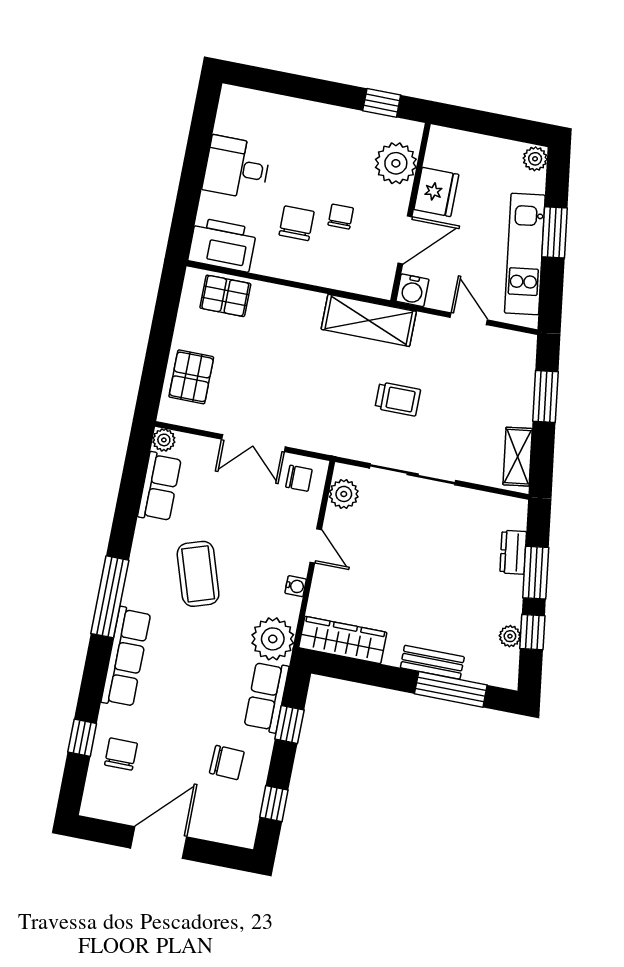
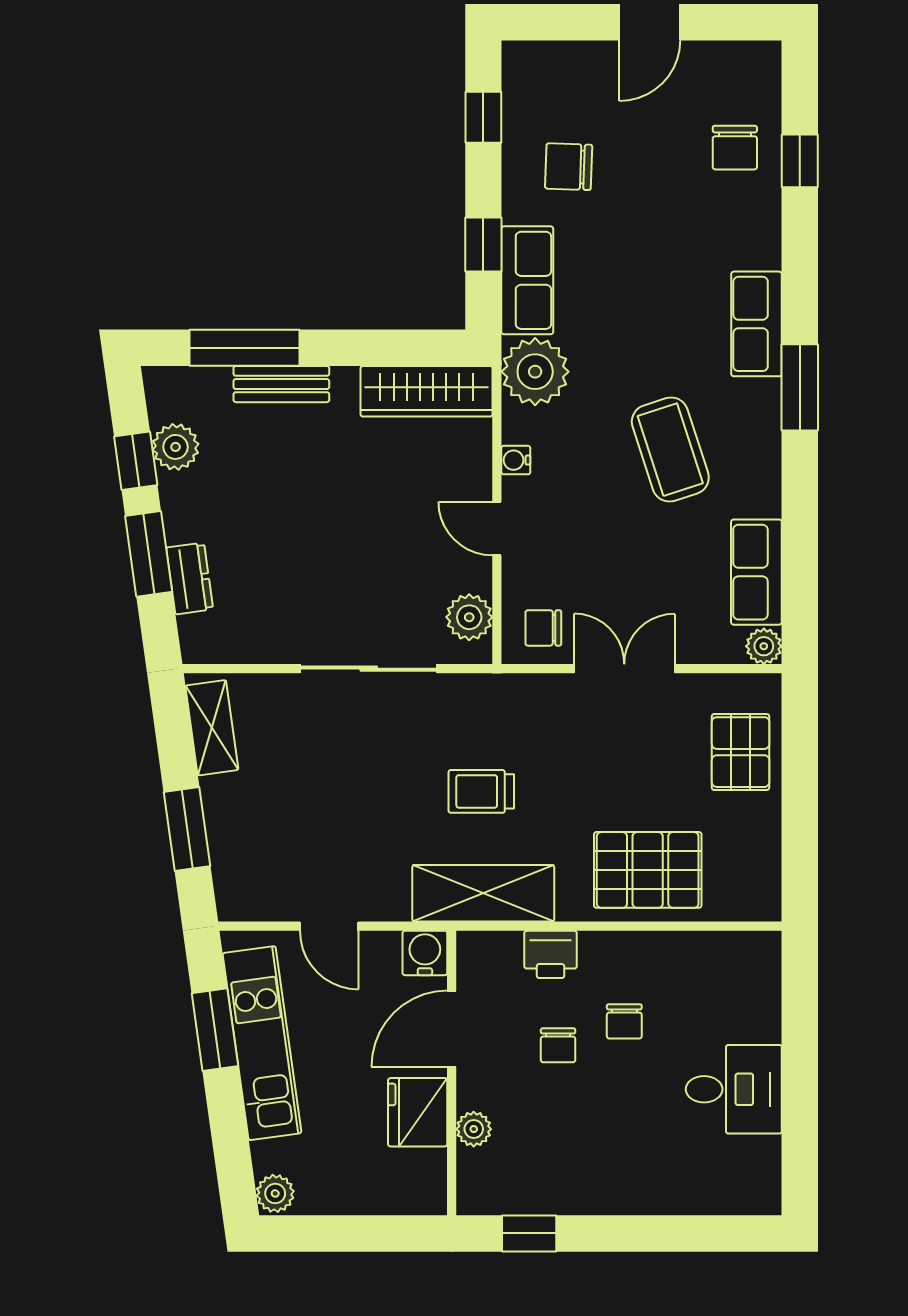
plant: (396, 163) -> (474, 1129), width x0.53, depth x0.53
chair: (297, 223) -> (624, 1021), width x0.73, depth x0.73
window: (555, 232) -> (215, 1030), moved
printer: (222, 245) -> (551, 954), moved, width x0.53, depth x0.68
pallet: (225, 296) -> (648, 870), moved, width x1.50, depth x1.42
trolley: (398, 399) -> (481, 791), moved
window: (110, 597) -> (800, 387), width x0.69
plant: (510, 636) -> (175, 447), width x1.38, depth x1.38
row of seats: (126, 657) -> (757, 324), width x0.68
door: (159, 842) -> (650, 22), width x0.73

